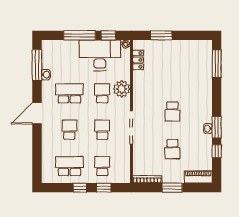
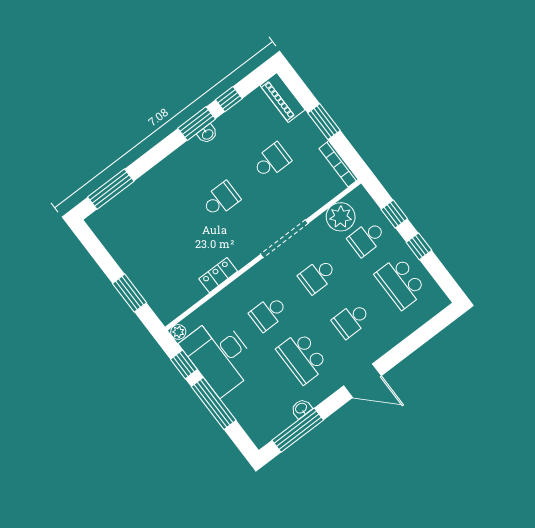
locker: (138, 60) -> (218, 275), moved
plant: (122, 89) -> (341, 217), moved

